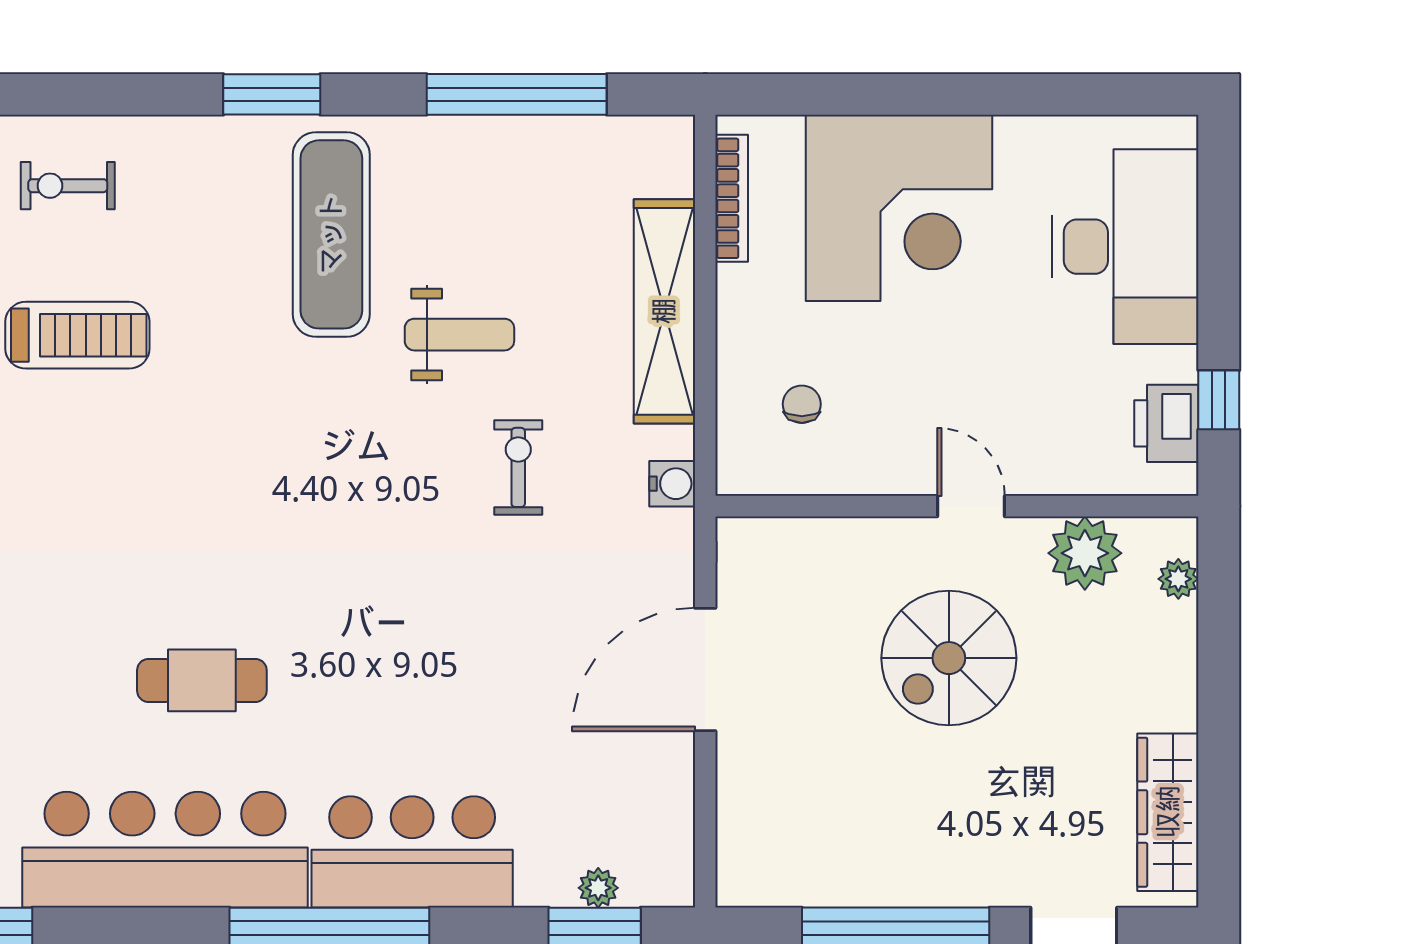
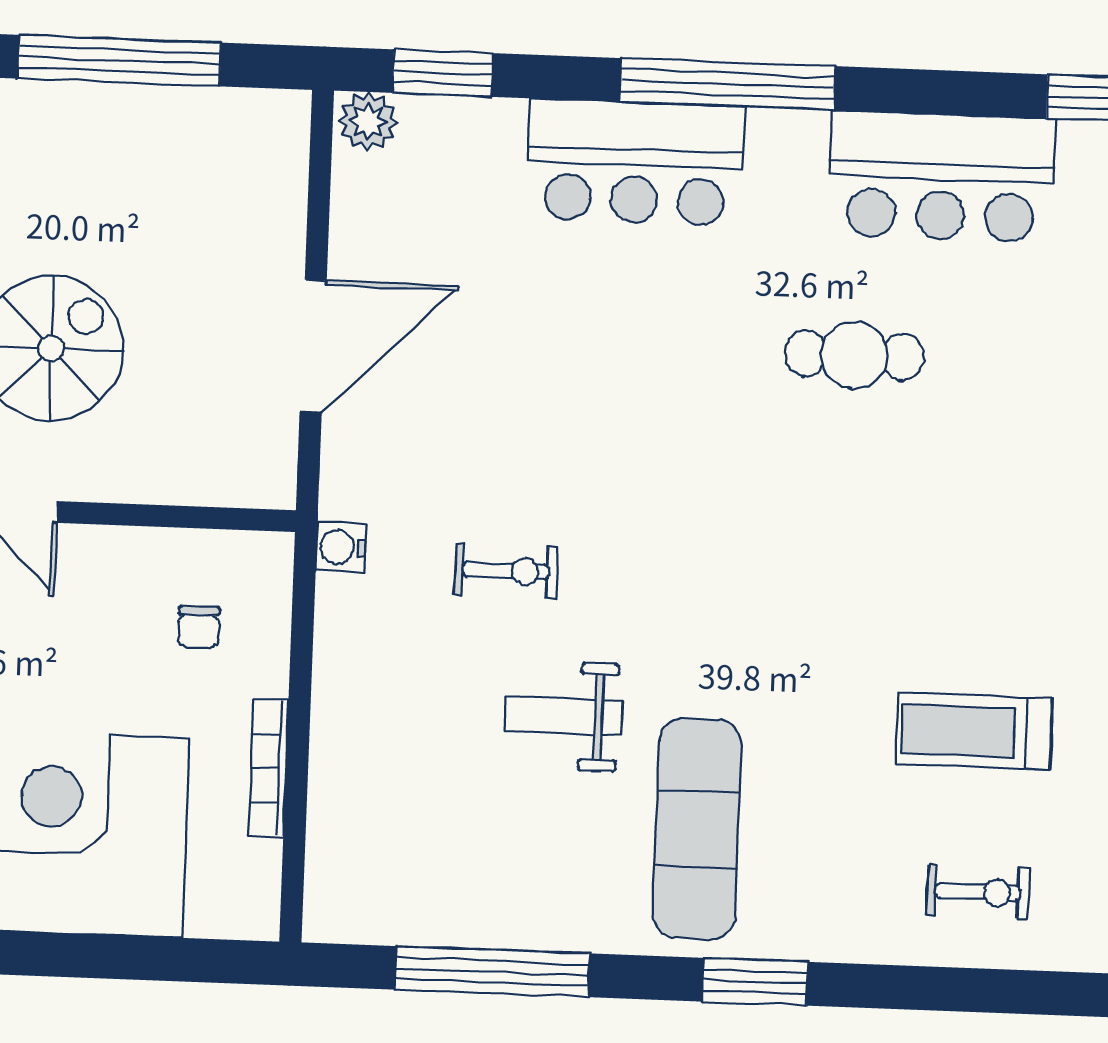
bookcase: (732, 198) -> (269, 768), moved
shelving: (664, 311) -> (342, 732), removed
exercise bike: (518, 467) -> (506, 571), turned -90
bar counter: (165, 850) -> (942, 177), width x0.73
plant: (598, 888) -> (368, 121), moved, width x1.38, depth x1.38

